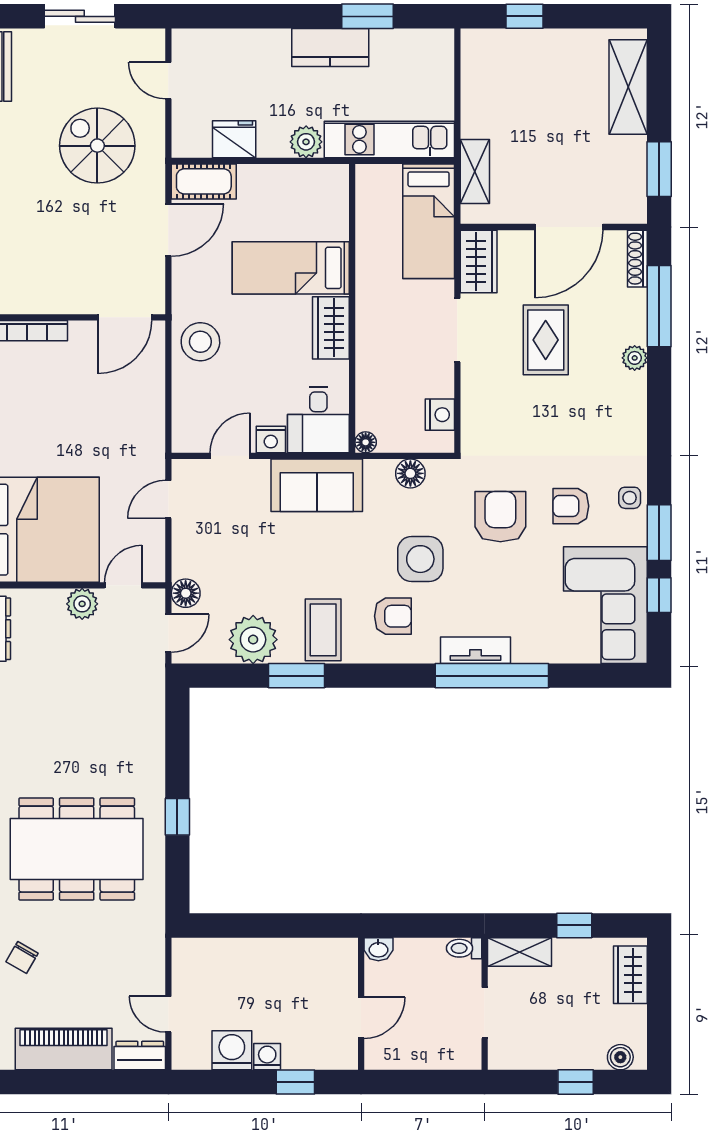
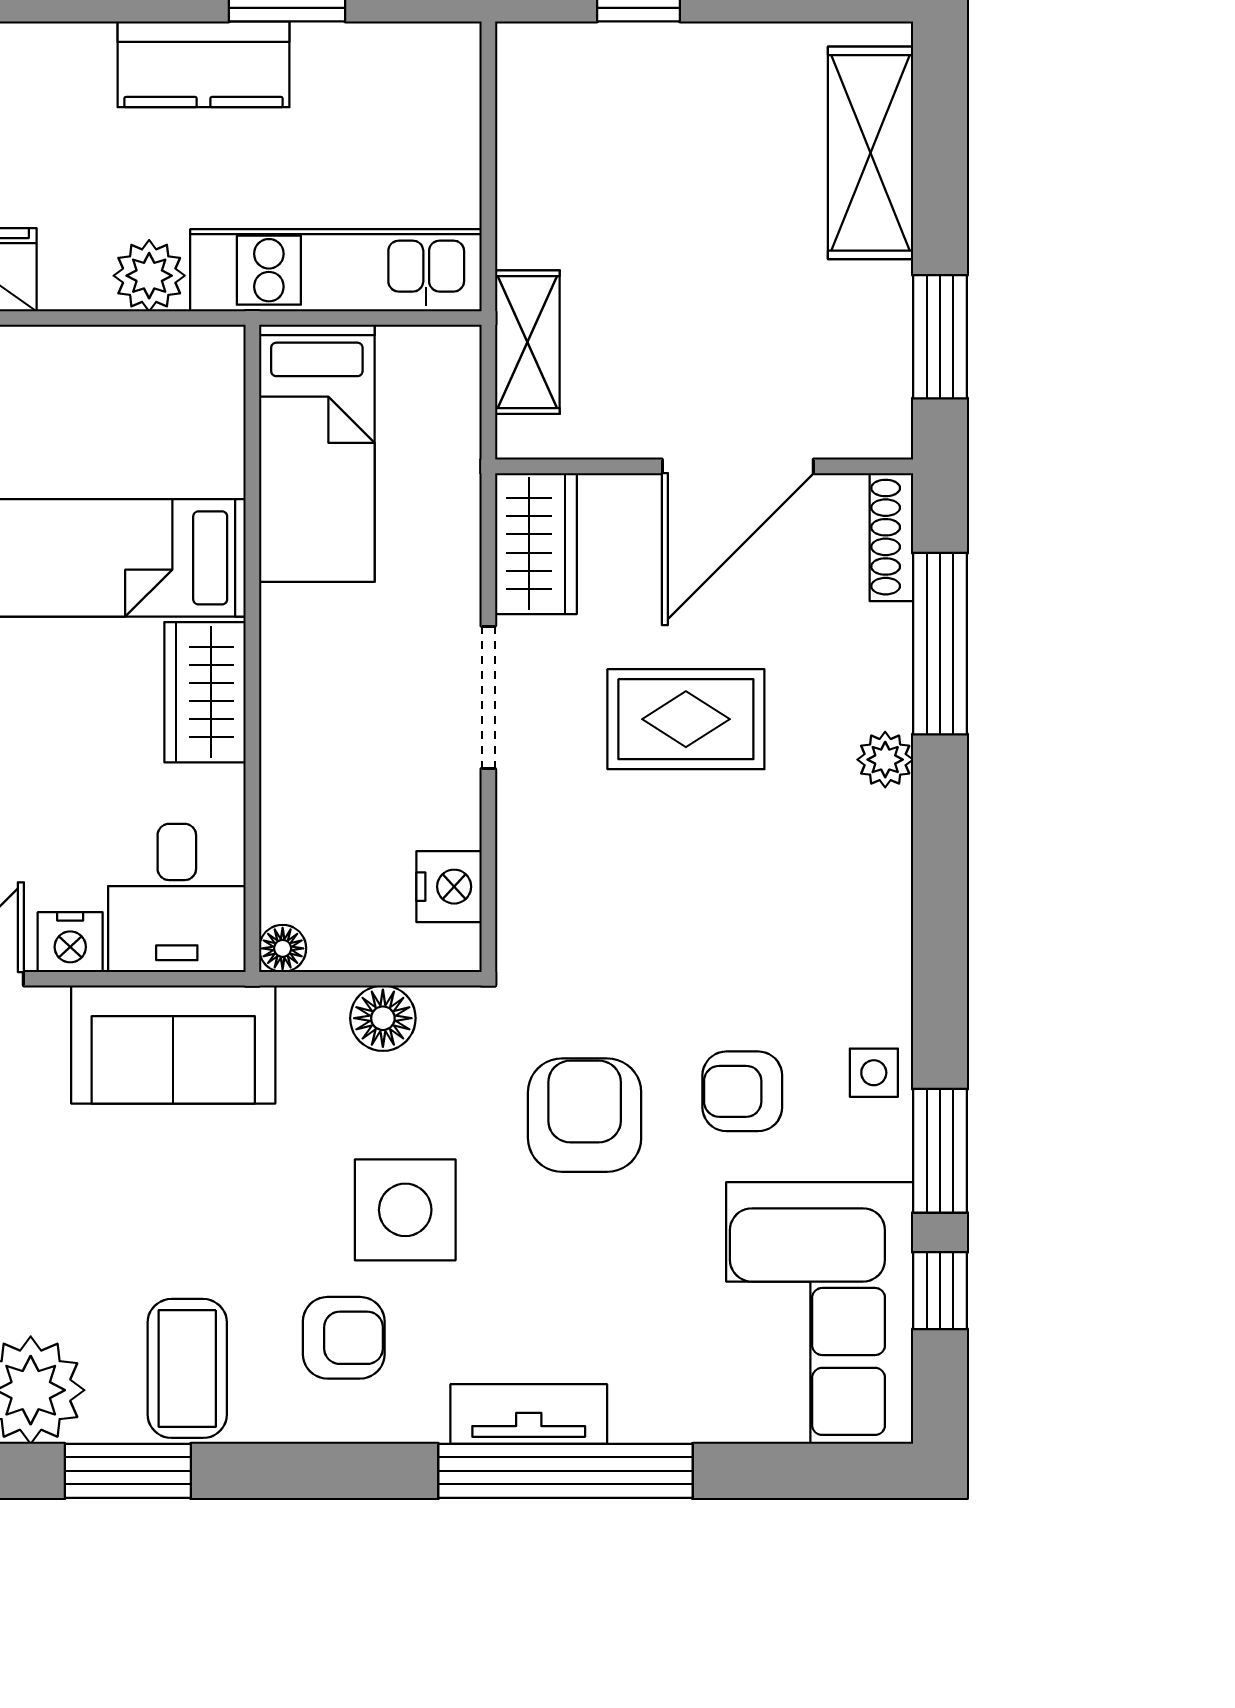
bed: (429, 221) -> (317, 453), moved
rug: (546, 340) -> (686, 719), turned 90

